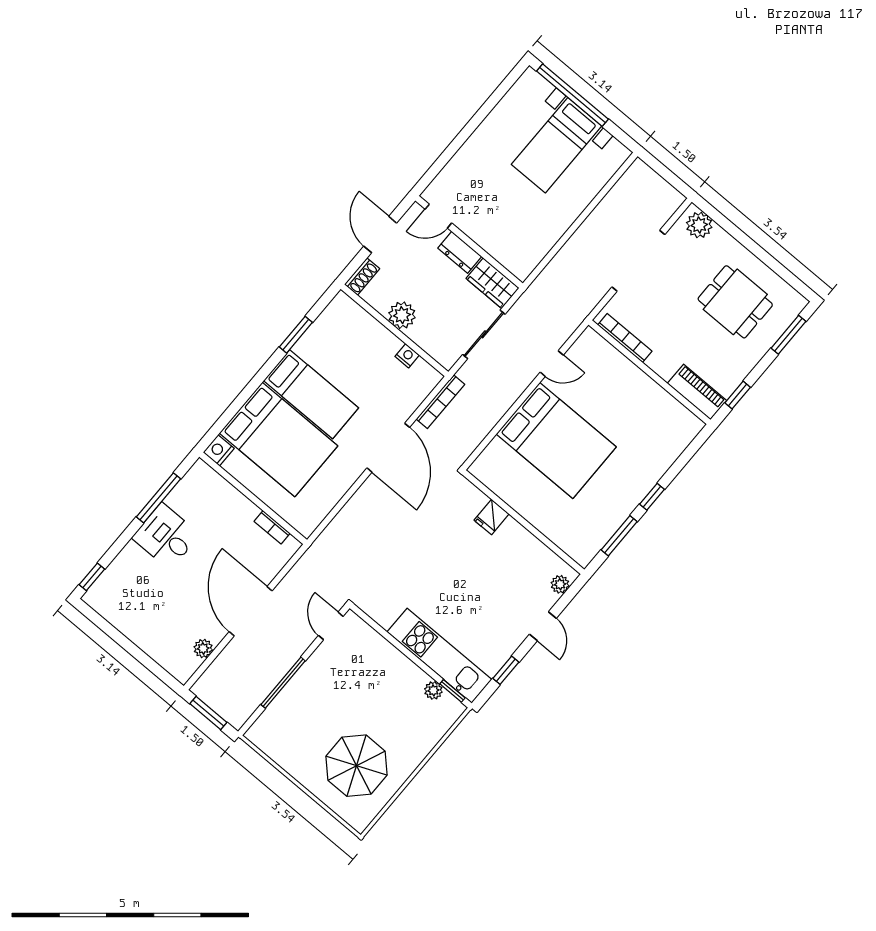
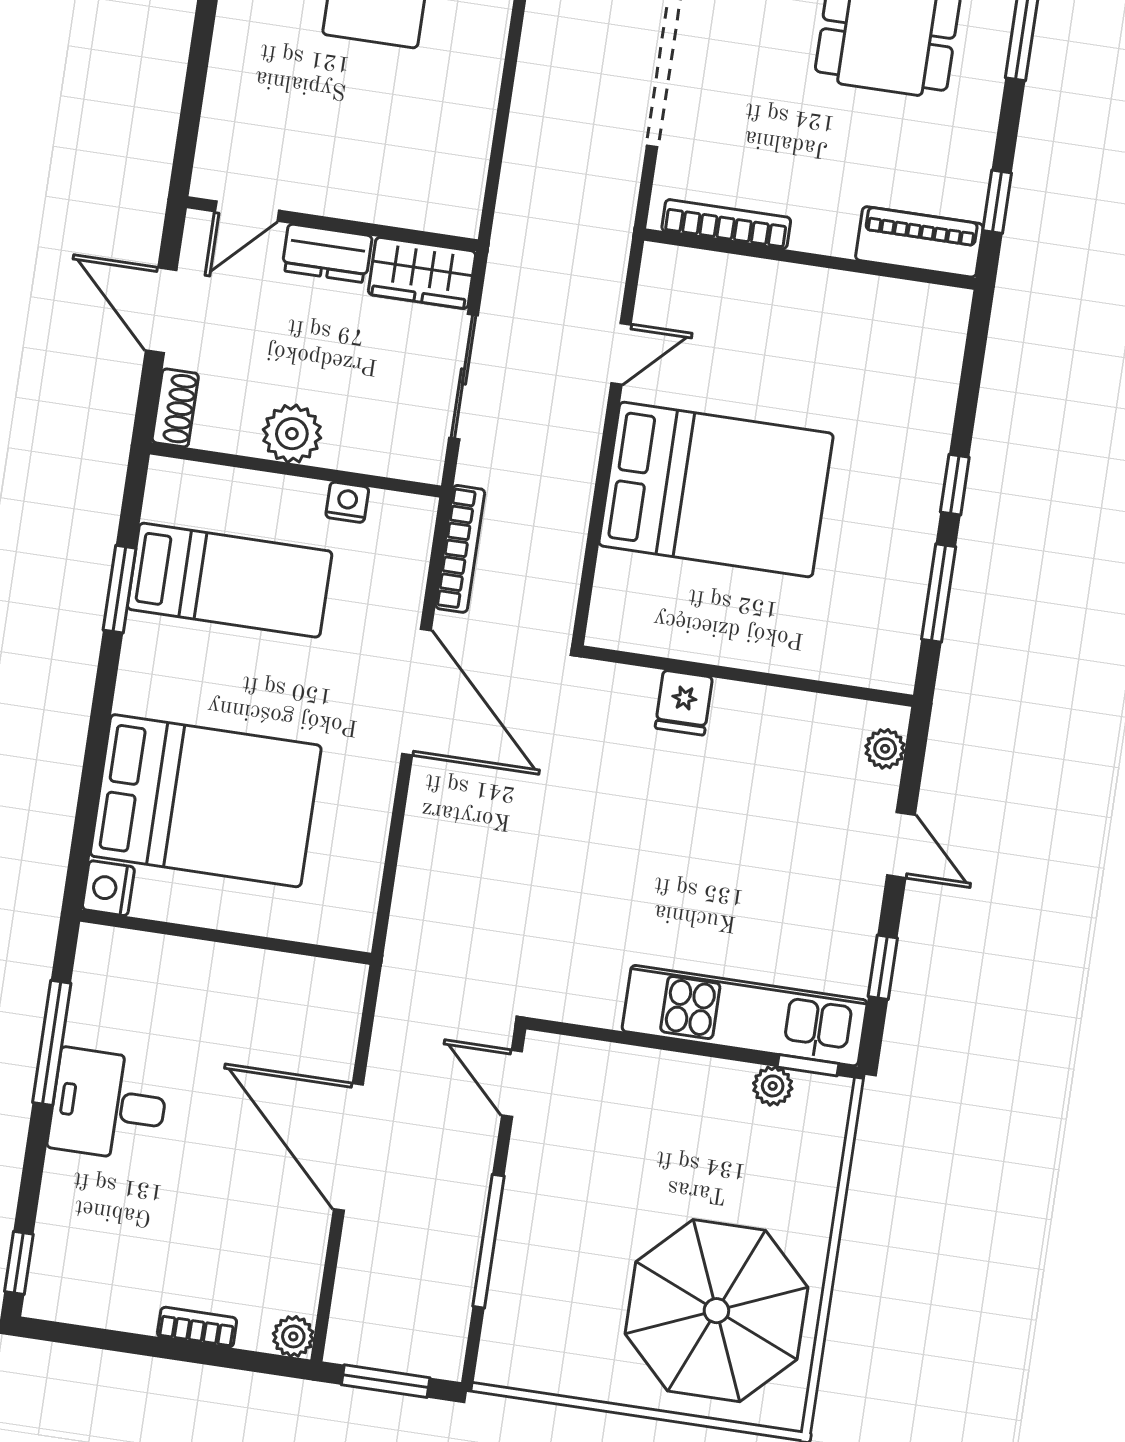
bed: (311, 394) -> (230, 580), moved
bookcase: (272, 527) -> (197, 1327), moved, turned 180
plant: (203, 648) -> (293, 1336), moved
parasol: (356, 766) -> (716, 1311), width x1.36, depth x1.36

